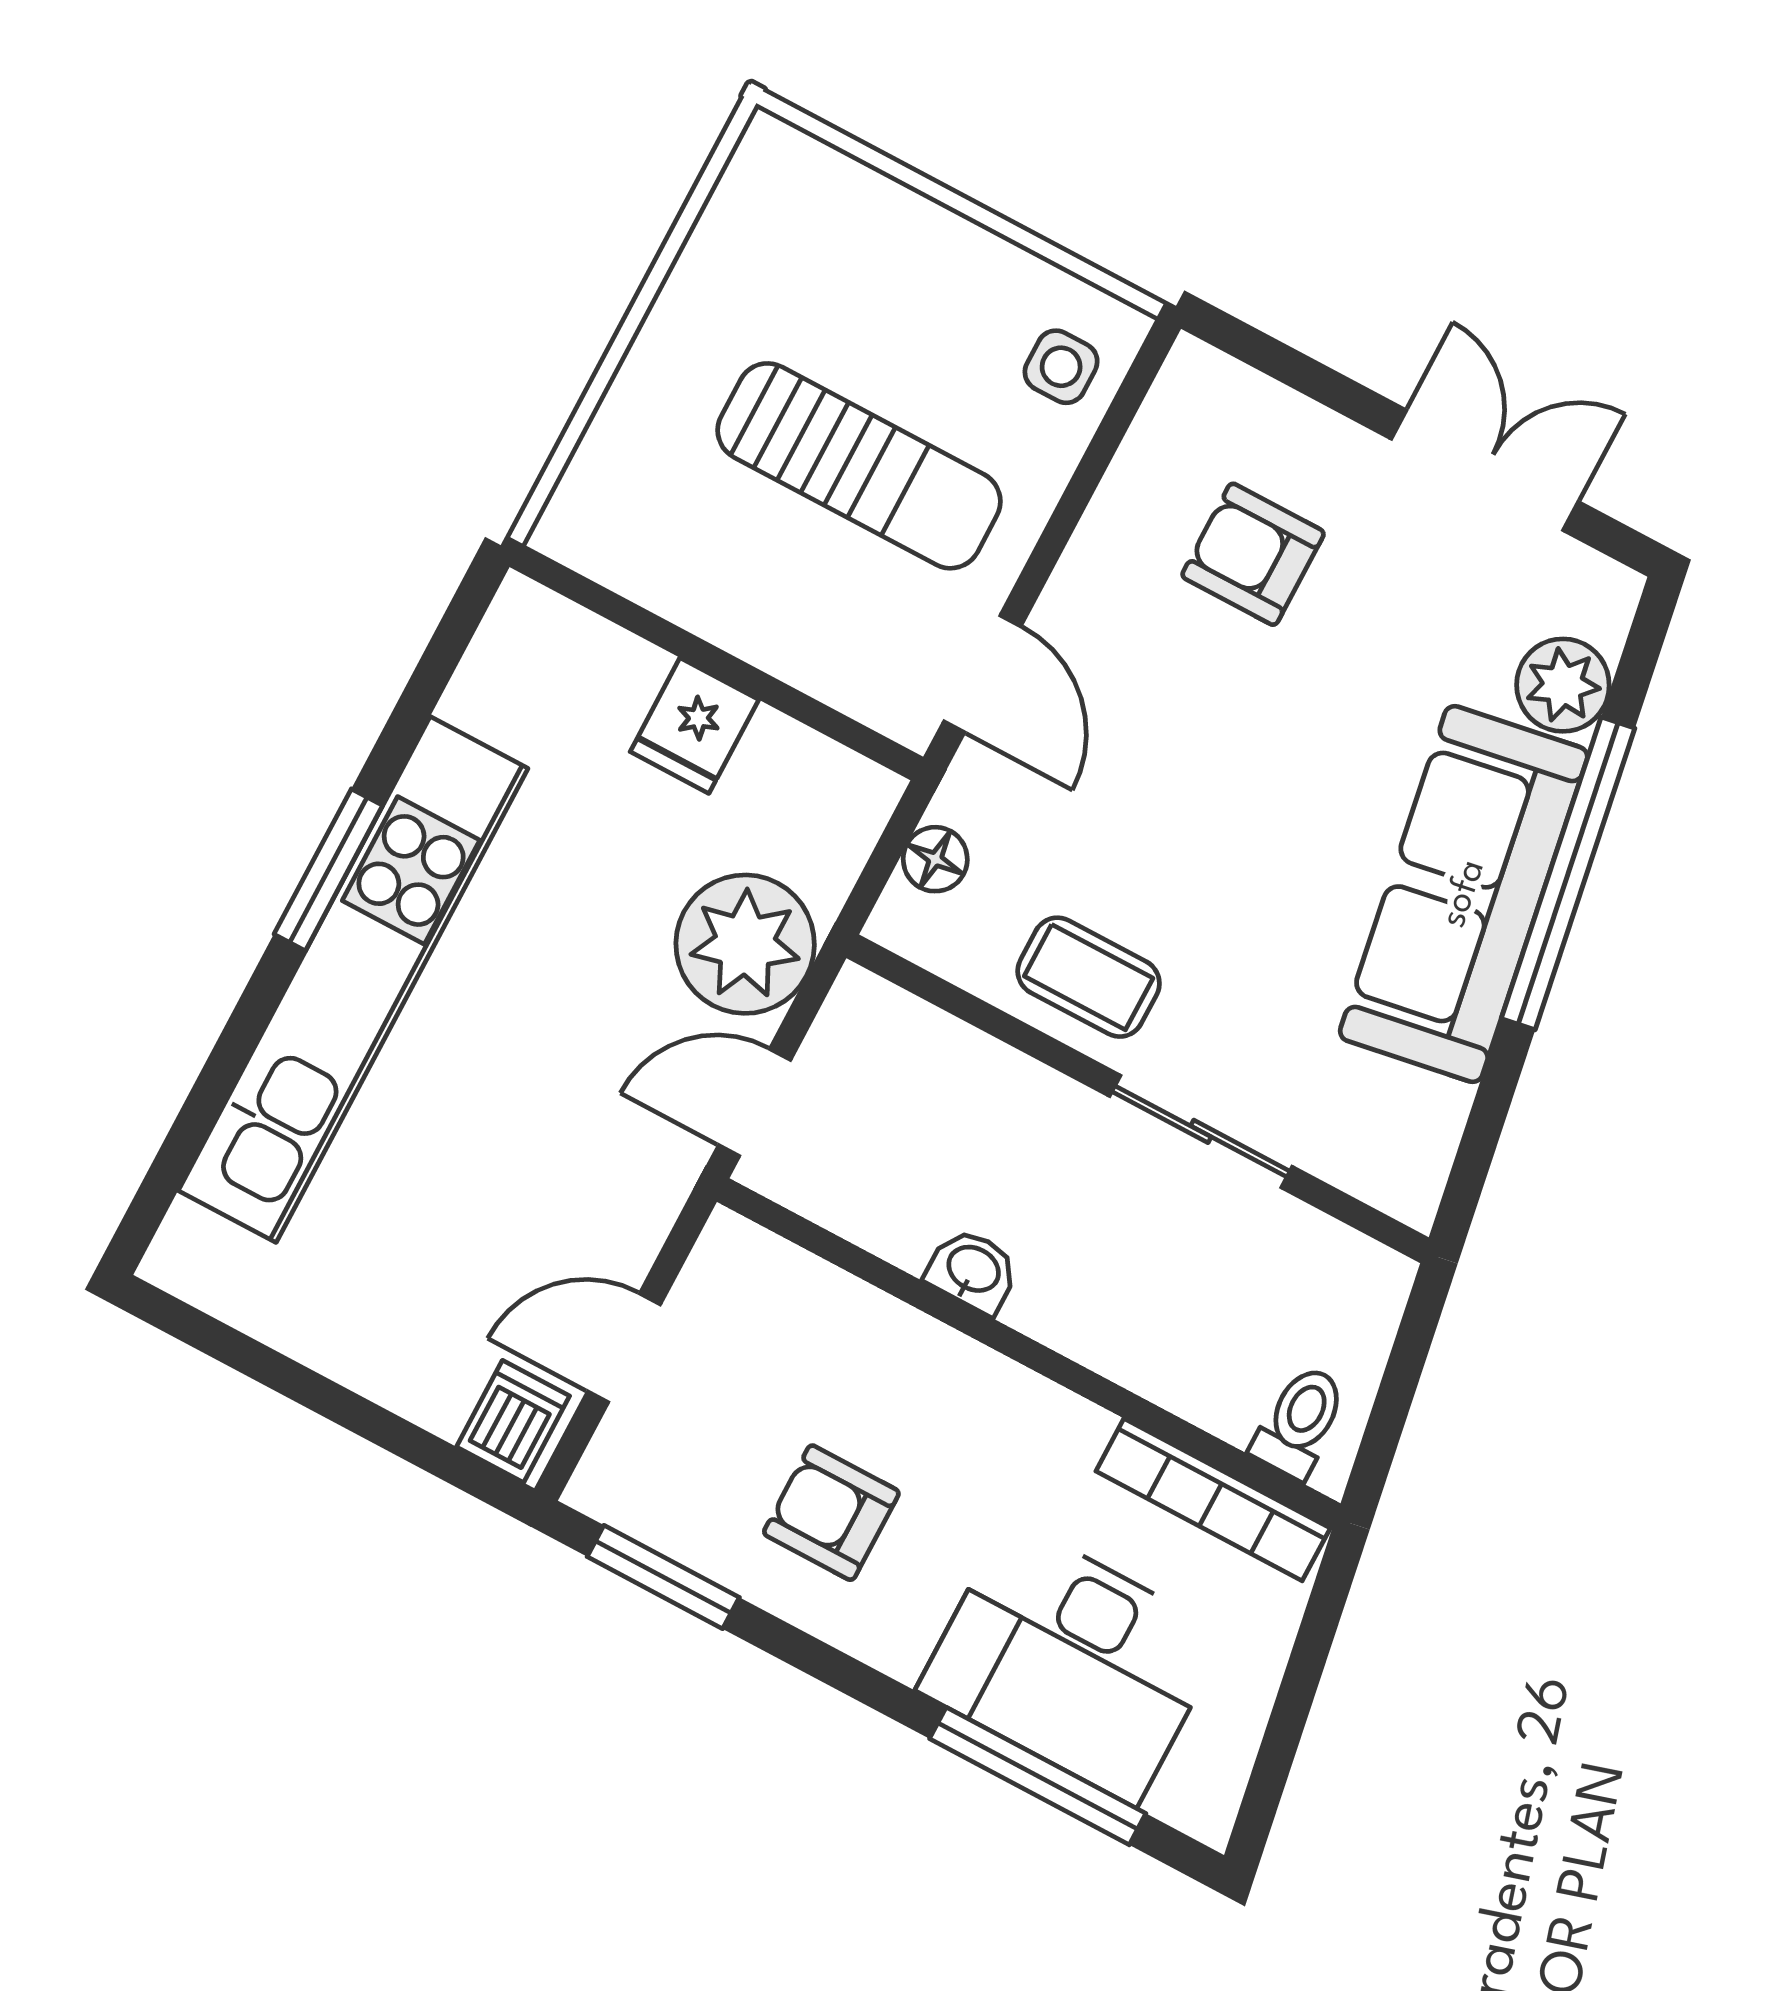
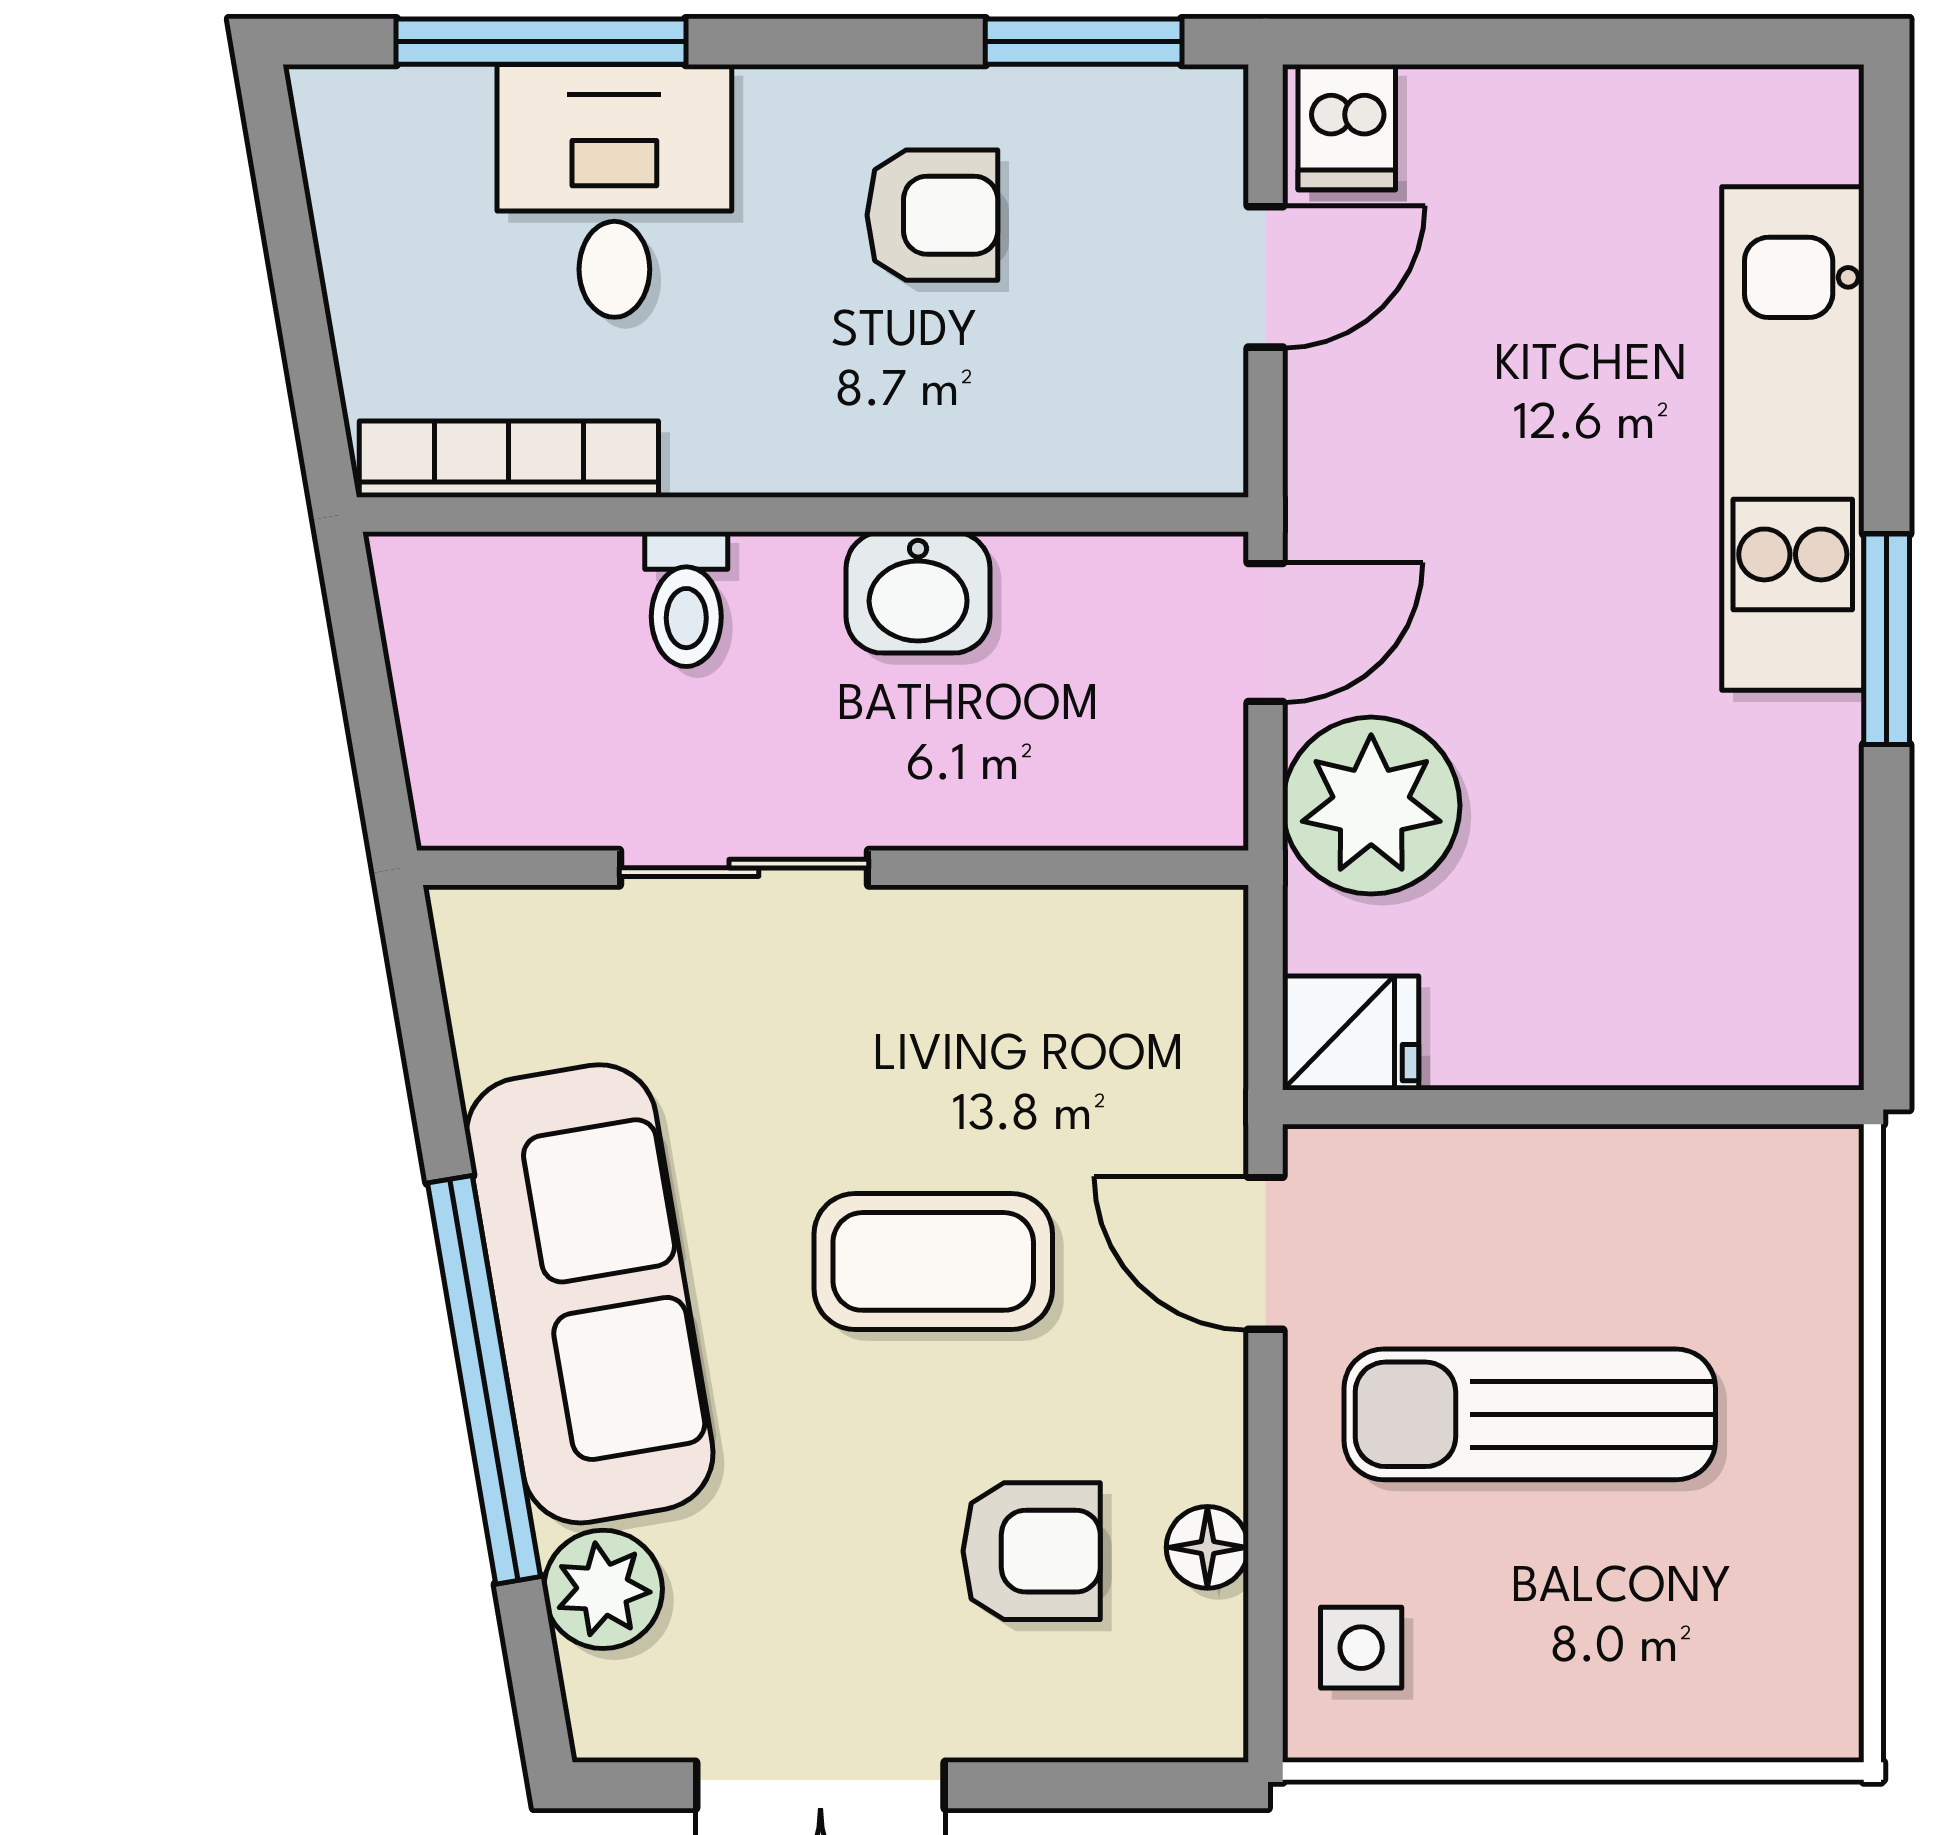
fridge: (694, 726) -> (1351, 1033), moved, turned 90
floor lamp: (935, 859) -> (1207, 1547), moved
coffee table: (1089, 977) -> (933, 1261), moved, width x1.36, depth x1.30
kitchen unit: (353, 979) -> (1793, 439), width x0.73
washbasin: (973, 1271) -> (918, 592), width x1.38, depth x1.45
toilet: (1300, 1422) -> (686, 599), moved
desk: (1072, 1662) -> (614, 191), width x0.73

